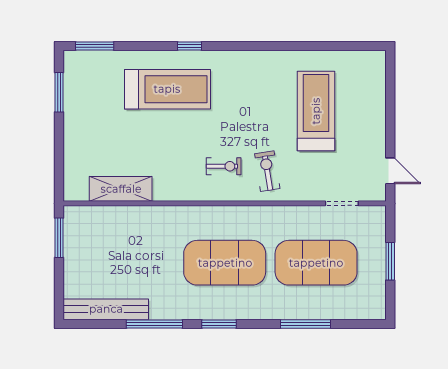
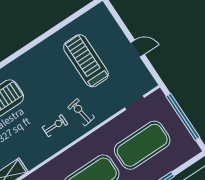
door: (390, 171) -> (137, 48), moved
window: (390, 261) -> (183, 117), width x2.11

